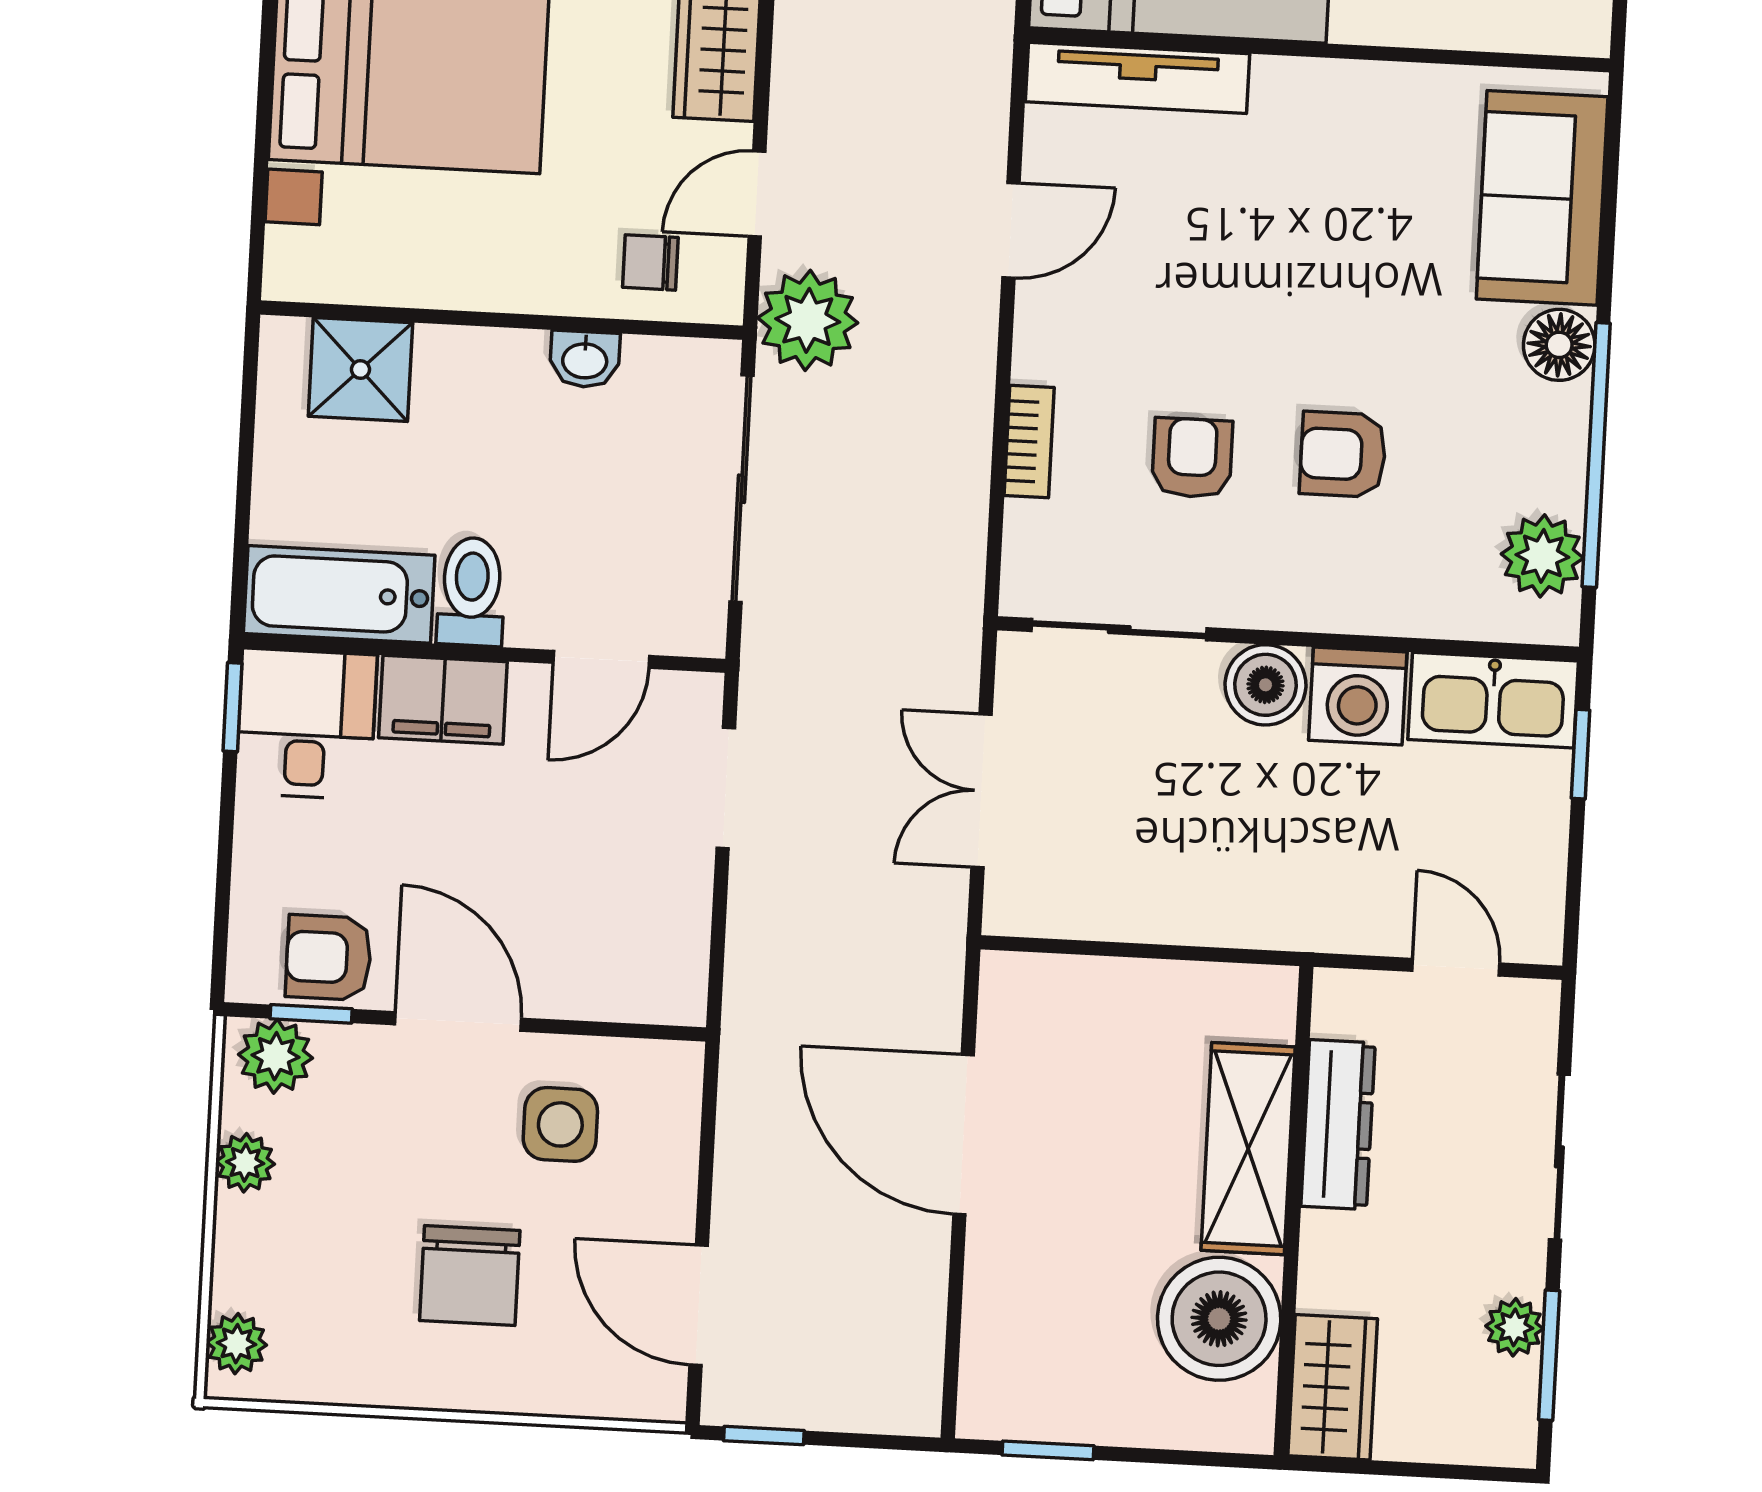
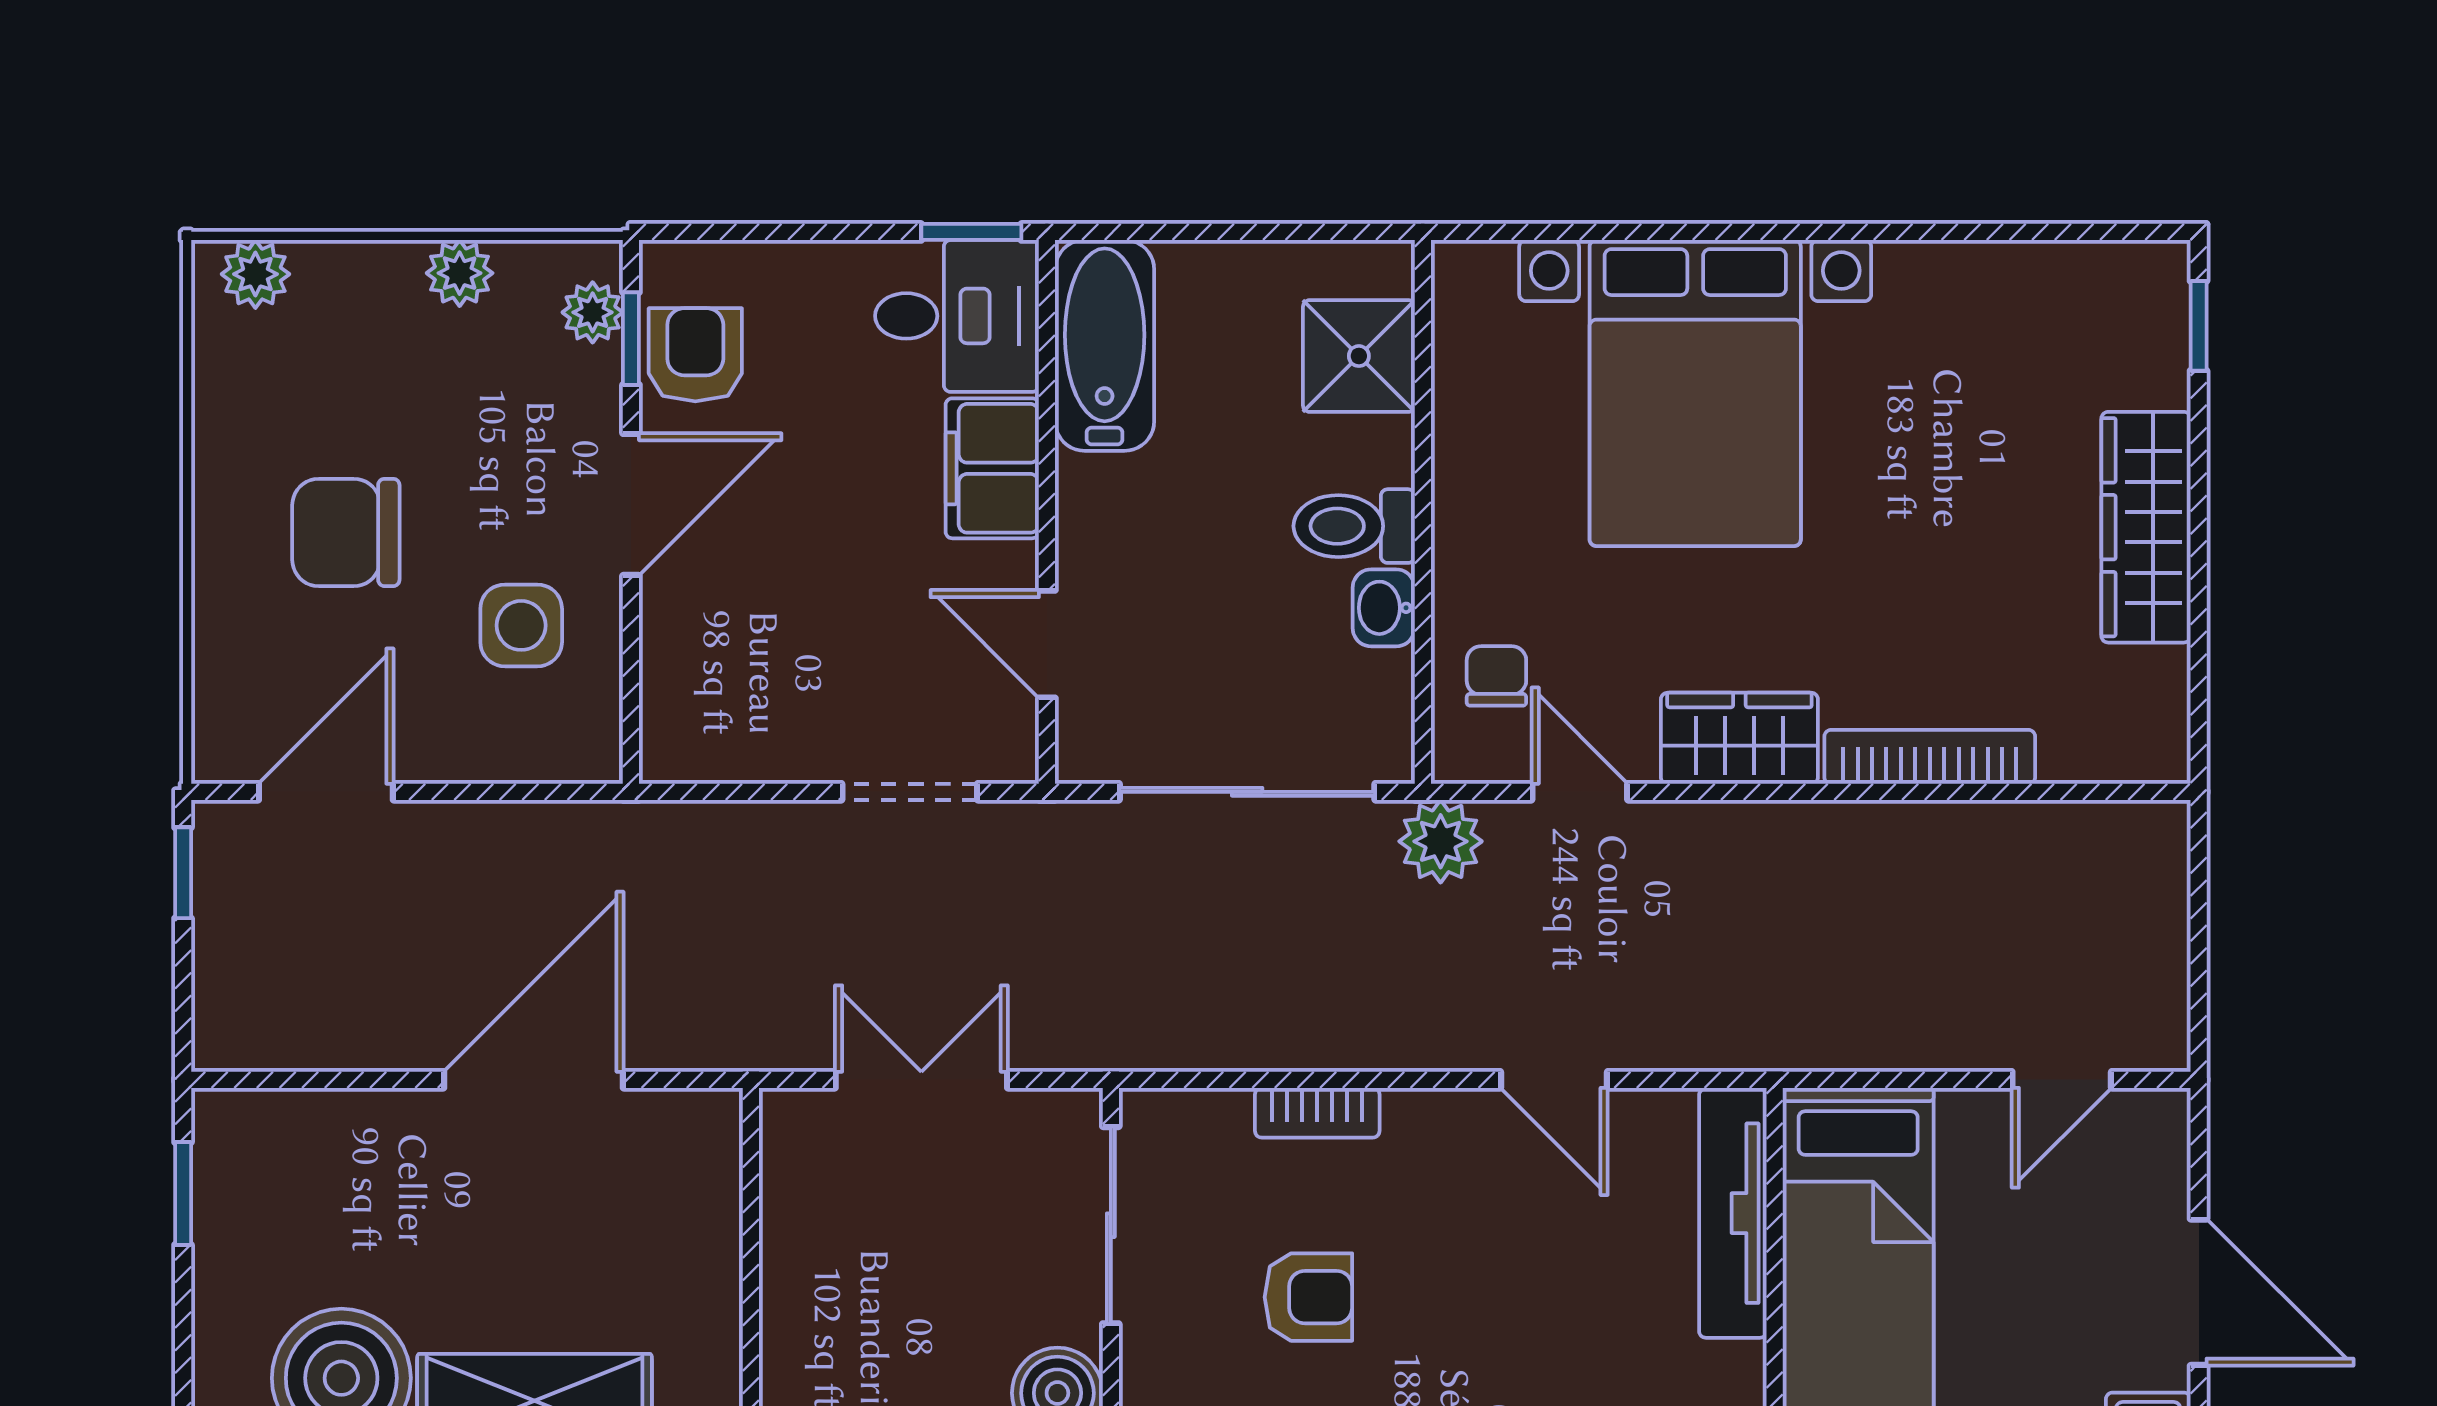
plant: (808, 320) -> (1441, 841), width x0.73, depth x0.73
toilet: (471, 592) -> (1354, 526), moved, turned 180
plant: (276, 1056) -> (593, 312), width x0.73, depth x0.73

